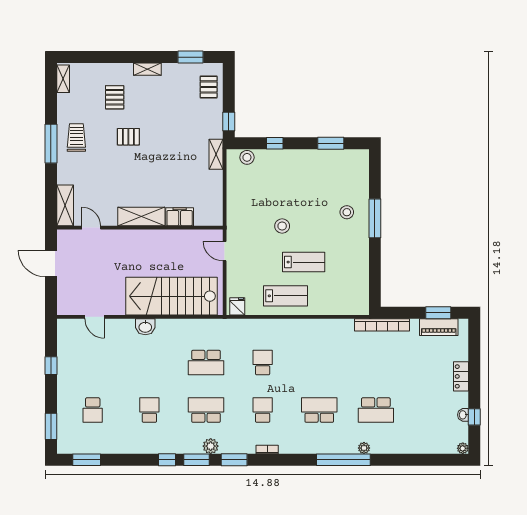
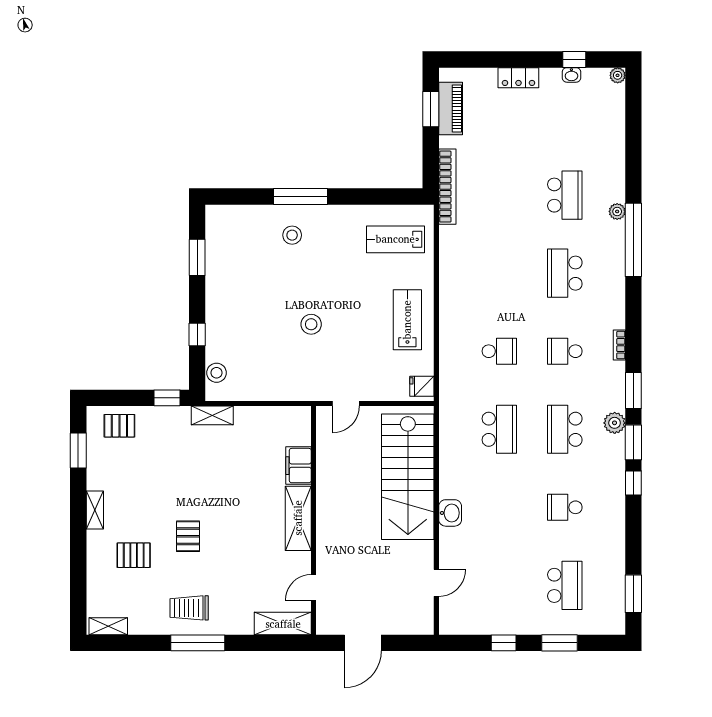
lab bench: (304, 262) -> (395, 239), moved, turned -90
school desk: (263, 363) -> (499, 351), turned 180
school desk: (93, 410) -> (565, 585), width x1.85
window: (51, 426) -> (560, 643), moved

